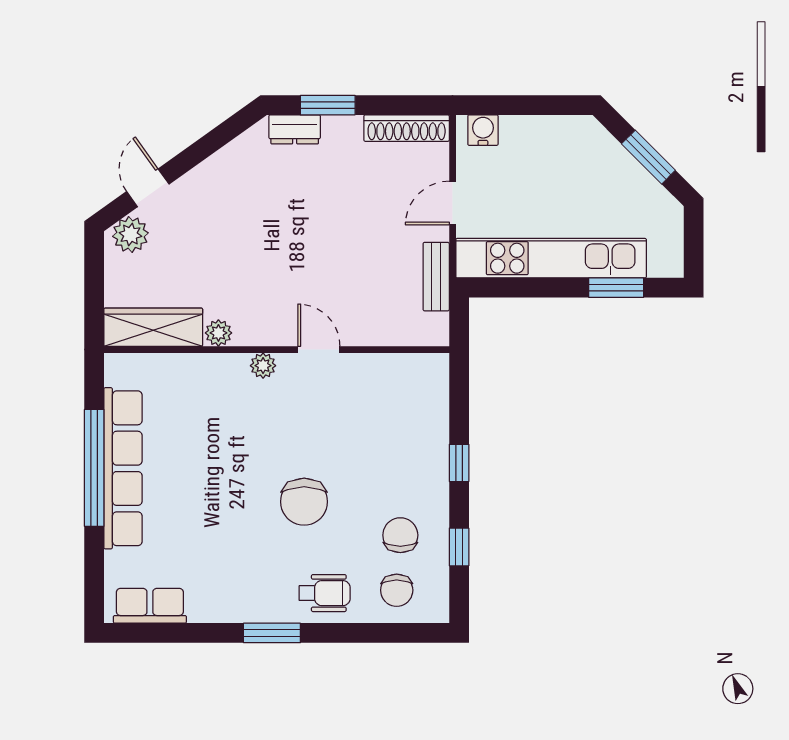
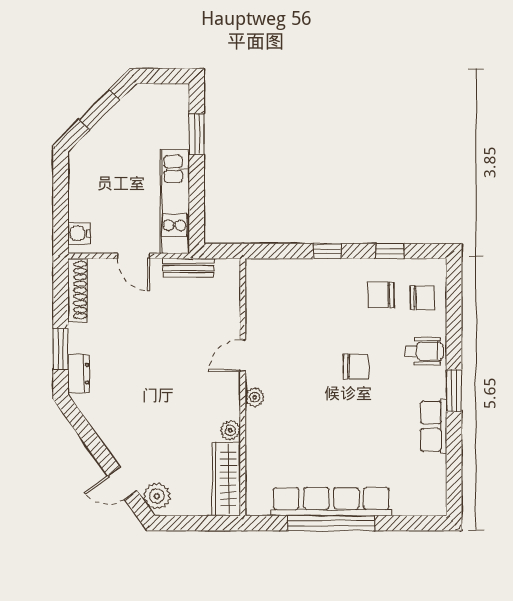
kitchen unit: (551, 258) -> (175, 201), width x0.73
chair: (304, 502) -> (356, 367), width x0.73, depth x0.73
wheelchair: (325, 593) -> (424, 351), turned 90
row of seats: (150, 606) -> (434, 426), moved

